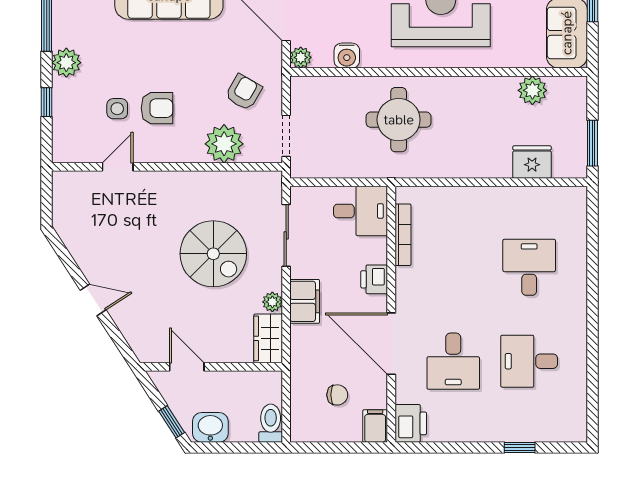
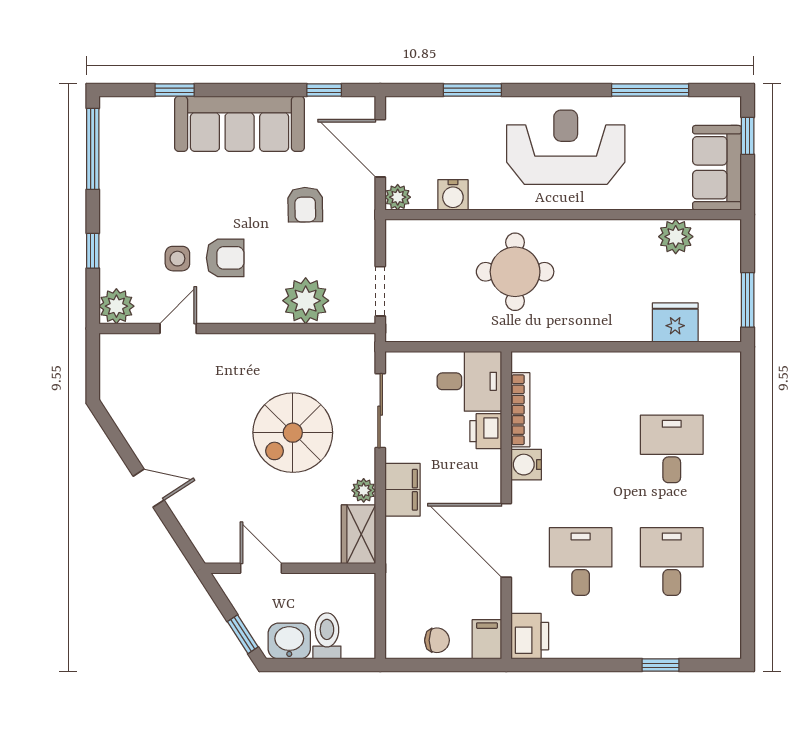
plant: (66, 63) -> (116, 306), moved
armchair: (244, 92) -> (305, 205), moved, turned 149
spiral stairs: (213, 254) -> (293, 433), turned 90
printer: (374, 279) -> (486, 431), moved
water cooler: (408, 280) -> (526, 465), added
desk: (453, 361) -> (581, 562), turned 180
desk: (529, 361) -> (672, 562), turned 90
chair: (337, 395) -> (437, 640), moved
toilet: (271, 423) -> (327, 636), moved

